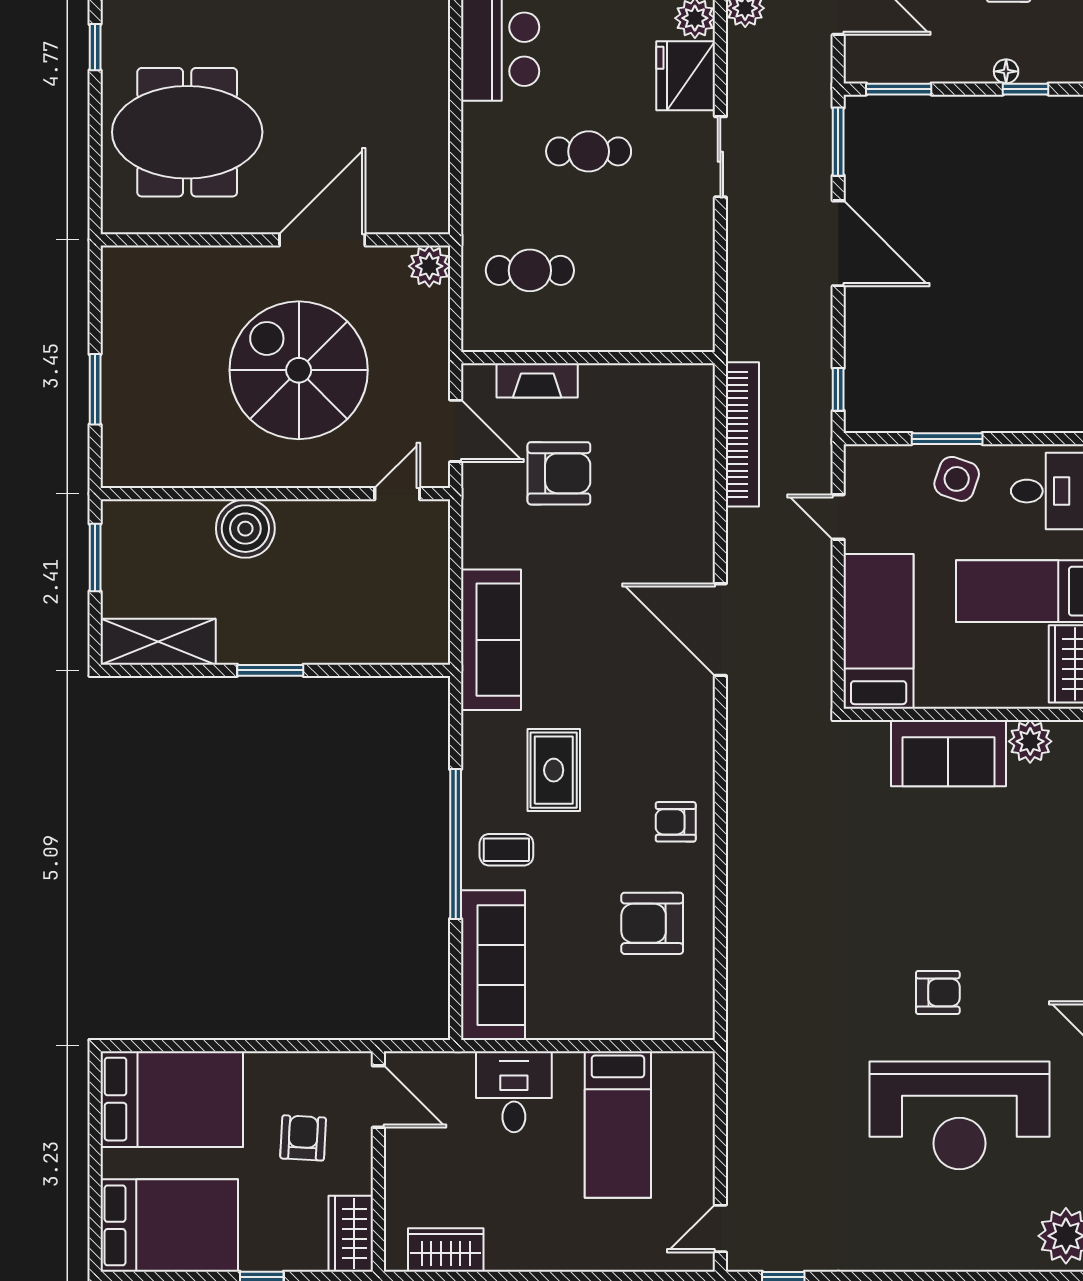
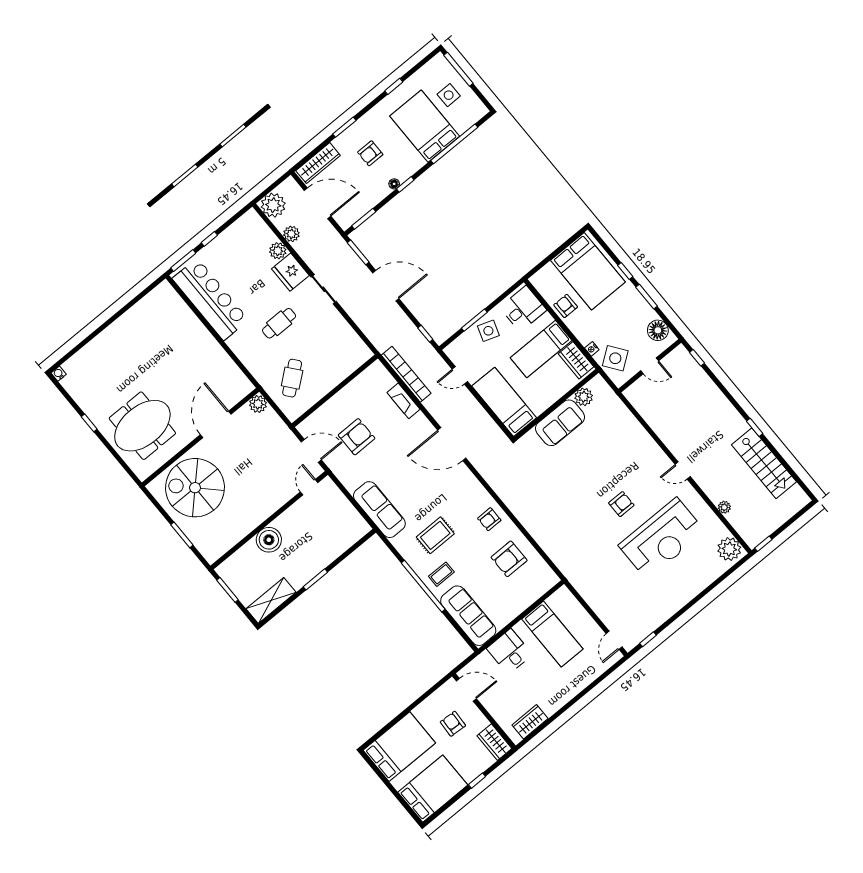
cafe table: (530, 270) -> (292, 378), turned -39
spiral stairs: (299, 370) -> (195, 488), moved
fireplace: (537, 380) -> (403, 401), moved, turned 90
rug: (554, 770) -> (435, 535), turned 90

